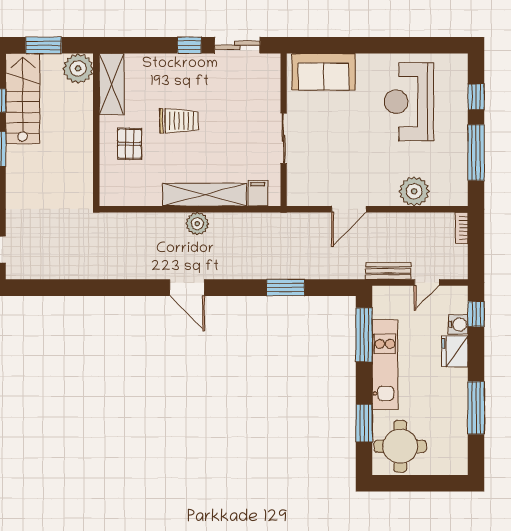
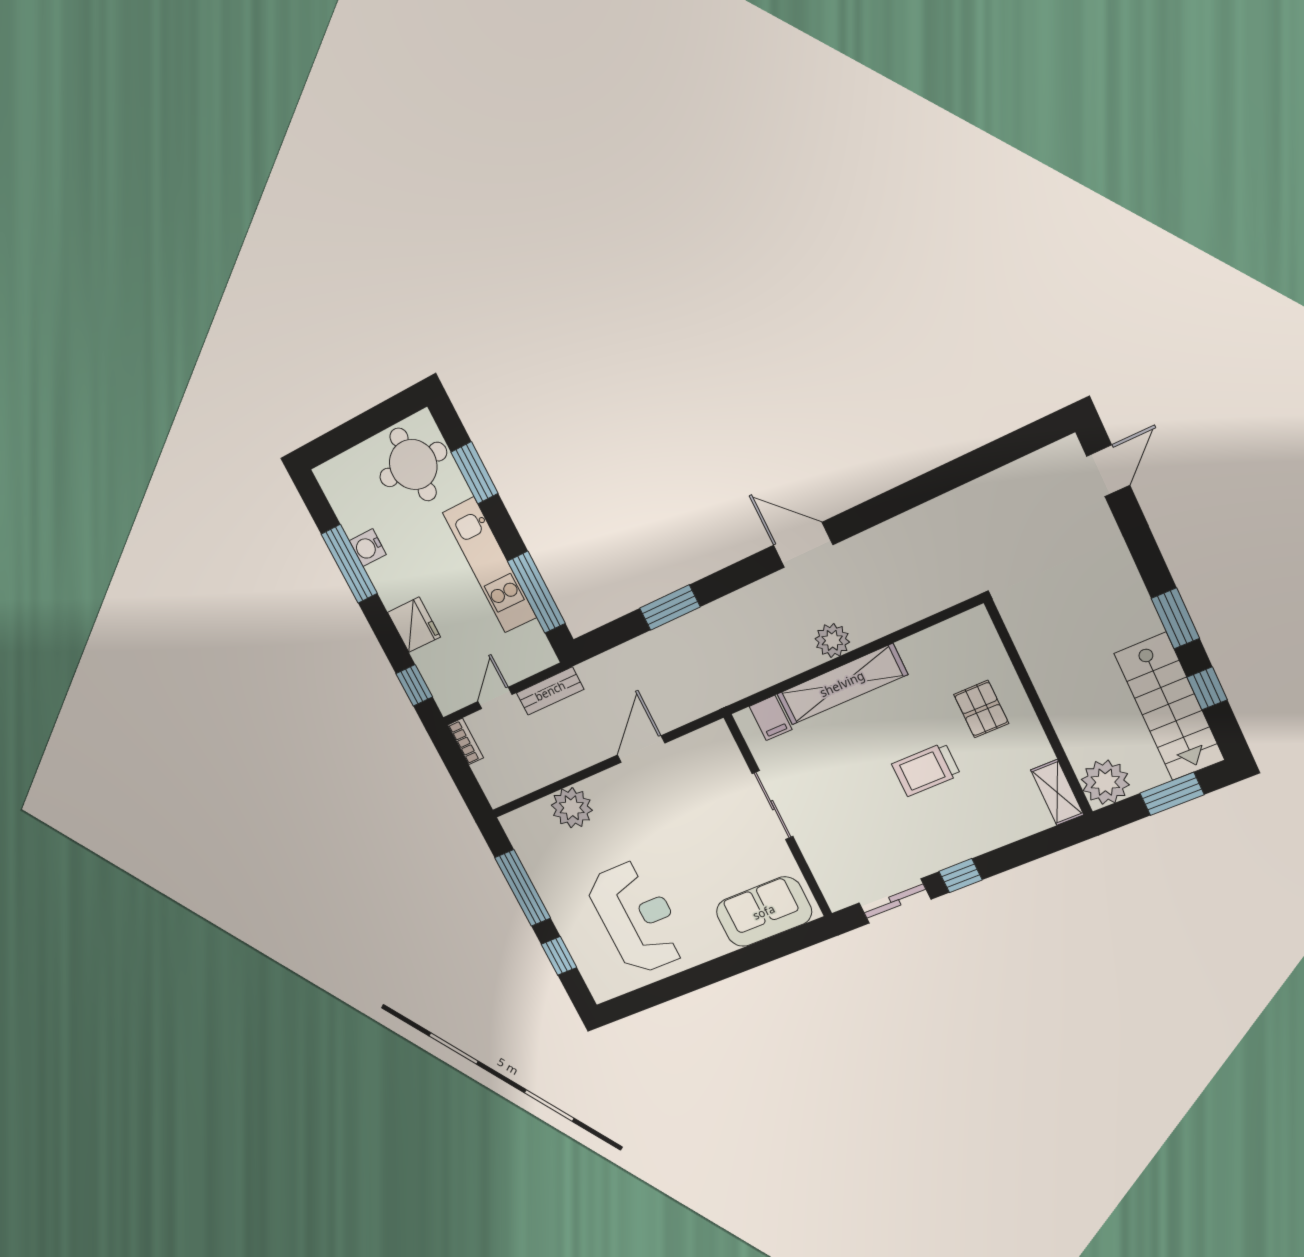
shelving: (112, 84) -> (1057, 792), width x0.67, depth x0.75
bookcase: (462, 228) -> (466, 741), moved
water cooler: (458, 325) -> (368, 548), moved

